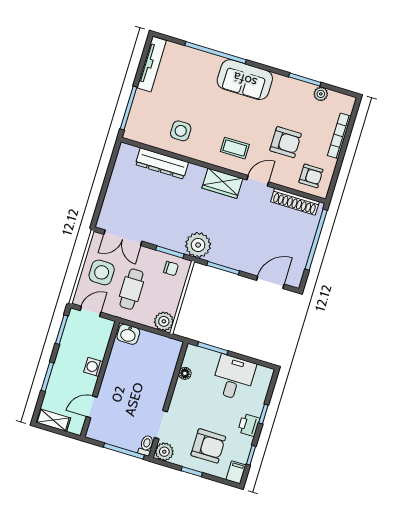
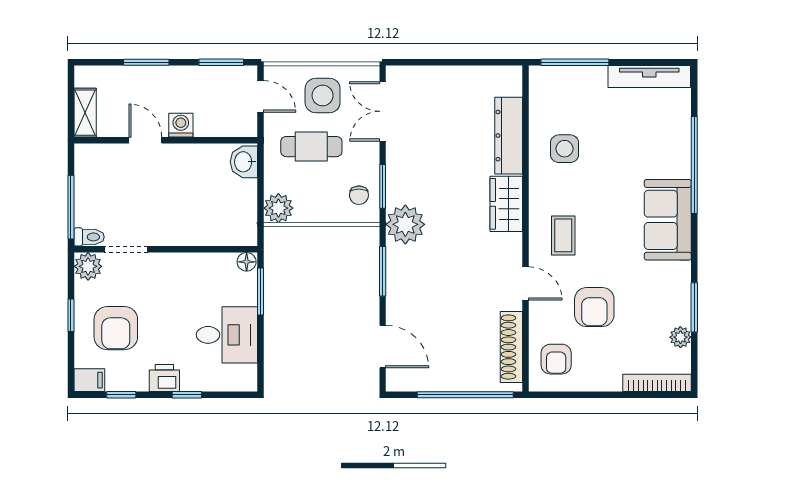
bookcase: (339, 136) -> (657, 383), moved
wardrobe: (222, 183) -> (506, 204), moved
floor lamp: (185, 373) -> (247, 262), moved
door: (92, 407) -> (145, 140), moved
shelving: (53, 420) -> (85, 113), moved

